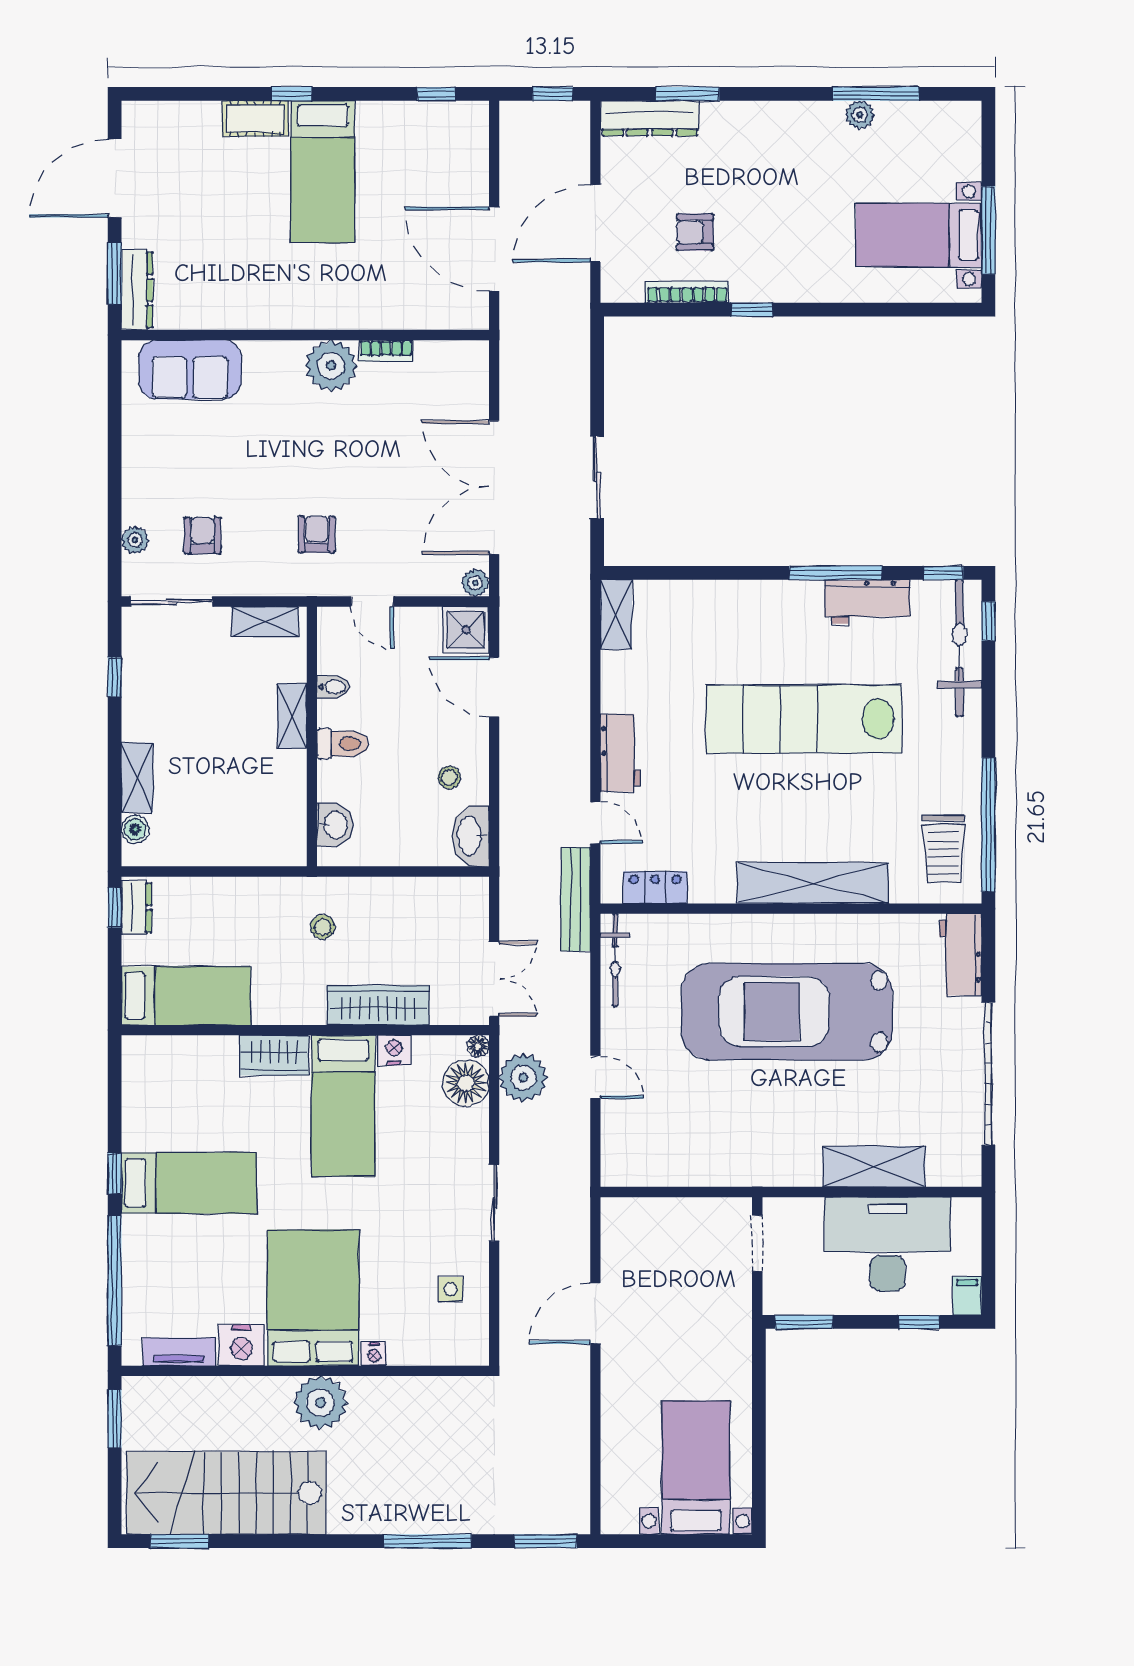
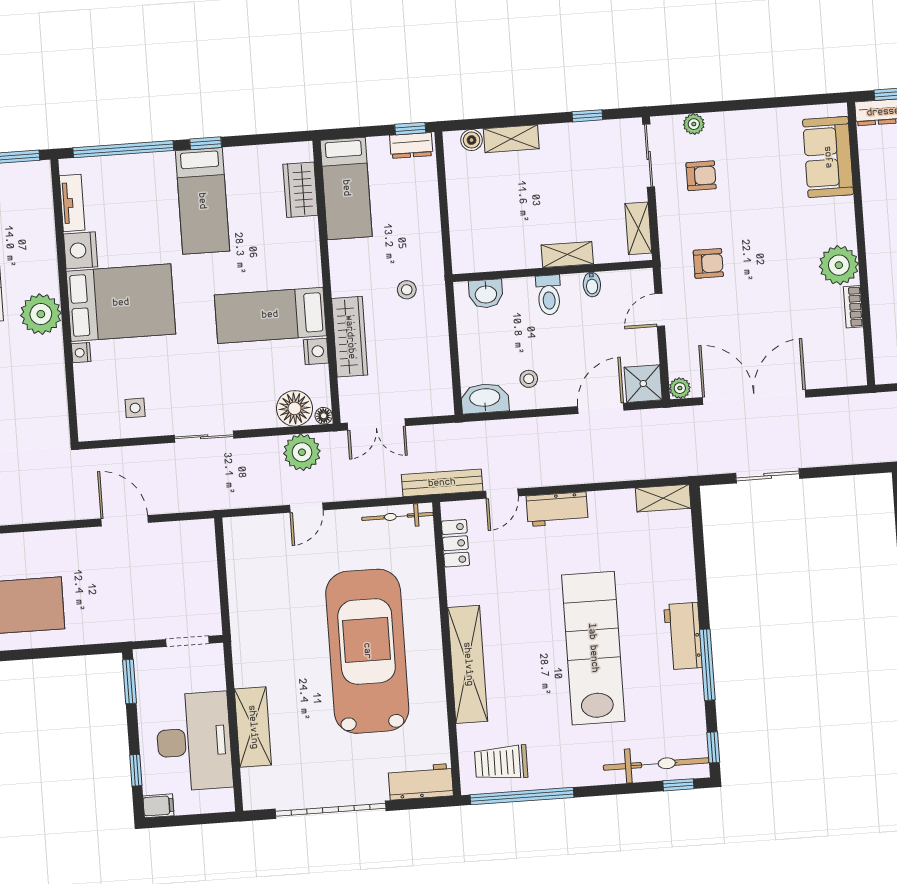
workbench: (867, 602) -> (683, 636), moved
wardrobe: (274, 1055) -> (300, 190), moved

